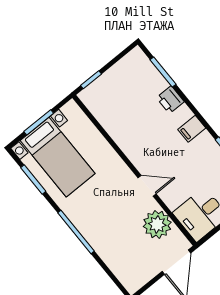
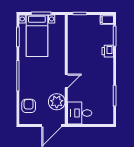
filing cabinet: (192, 129) -> (107, 20), moved
door: (147, 186) -> (66, 81), hinge flipped
armchair: (124, 261) -> (29, 106), added

